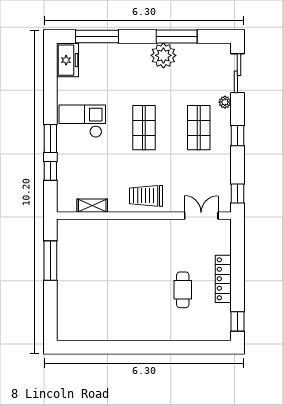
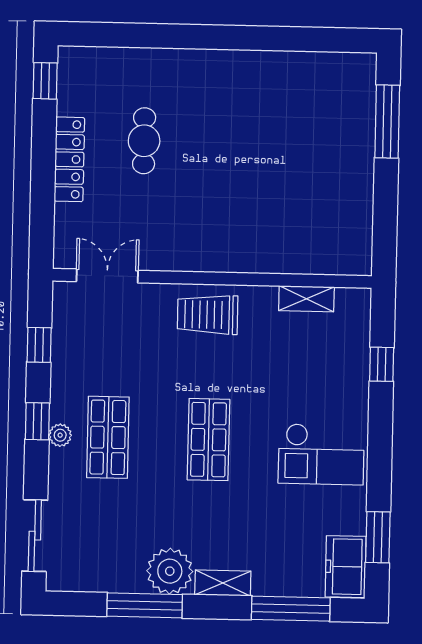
shelving: (134, 50) -> (223, 583), added
plant: (225, 102) -> (60, 435), moved
window: (50, 138) -> (378, 537), moved
window: (237, 194) -> (39, 345), moved
trolley: (146, 196) -> (208, 315), turned 180
double door: (201, 216) -> (107, 276), swing flipped
window: (50, 261) -> (387, 121), moved

